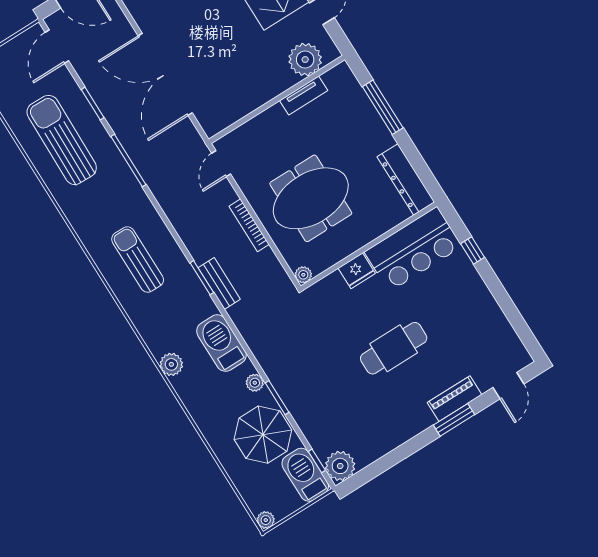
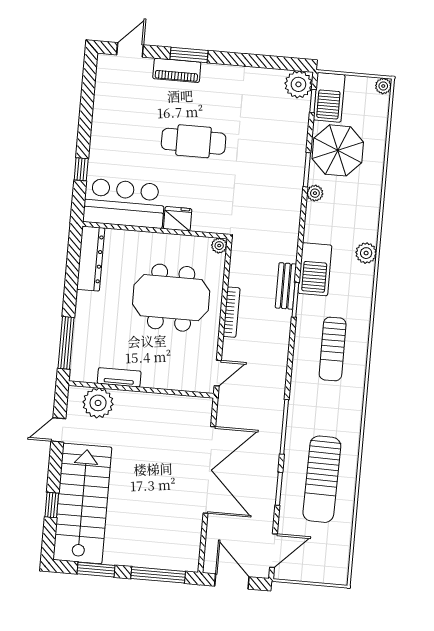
window: (383, 107) -> (66, 343), moved
barbecue: (221, 343) -> (315, 269), moved

